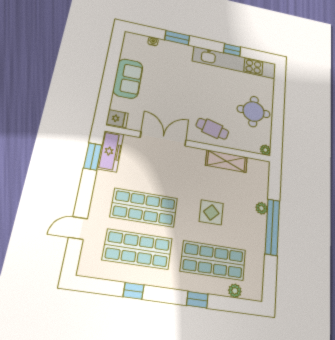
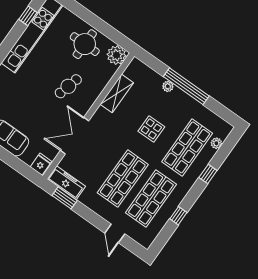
window: (232, 50) -> (28, 16), moved
cafe table: (212, 129) -> (68, 86), moved
plant: (265, 150) -> (117, 55), width x1.88, depth x1.88

